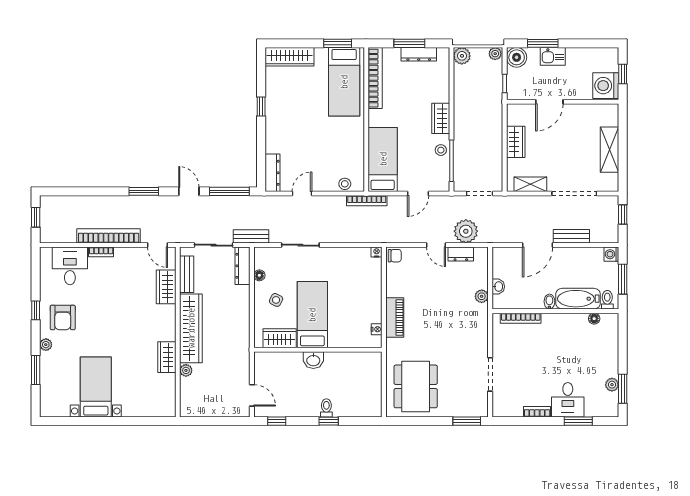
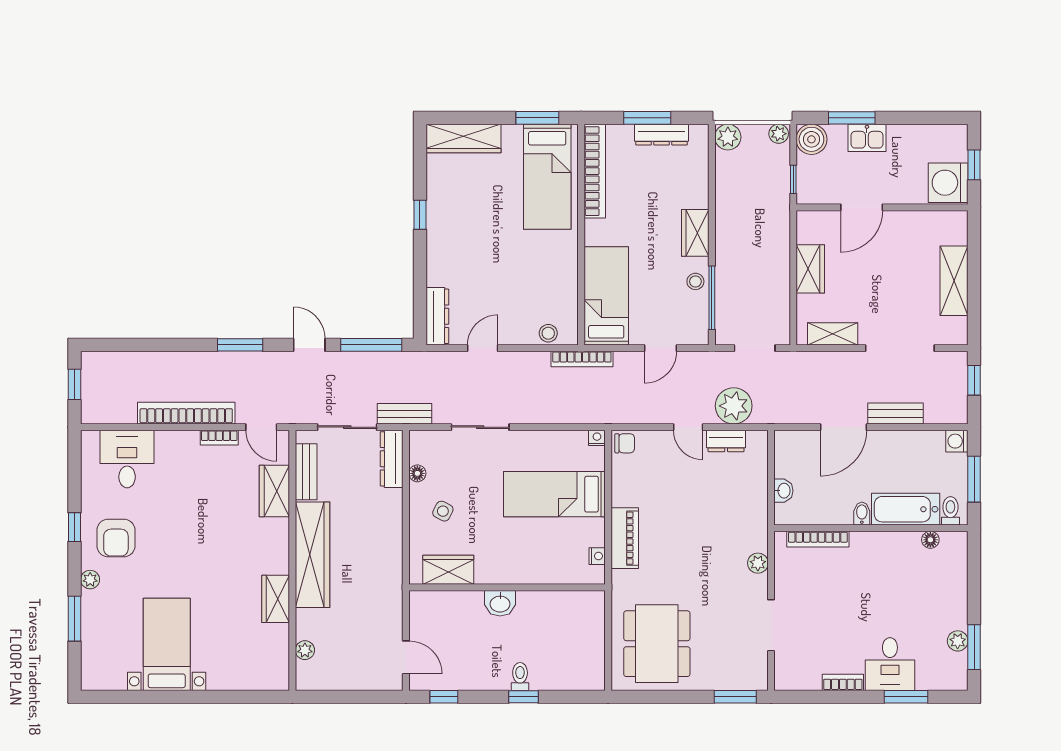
bookcase: (101, 252) -> (219, 438), moved
plant: (482, 296) -> (758, 563), moved
bed: (312, 315) -> (554, 494), moved, turned -90
plant: (186, 370) -> (305, 650), moved

